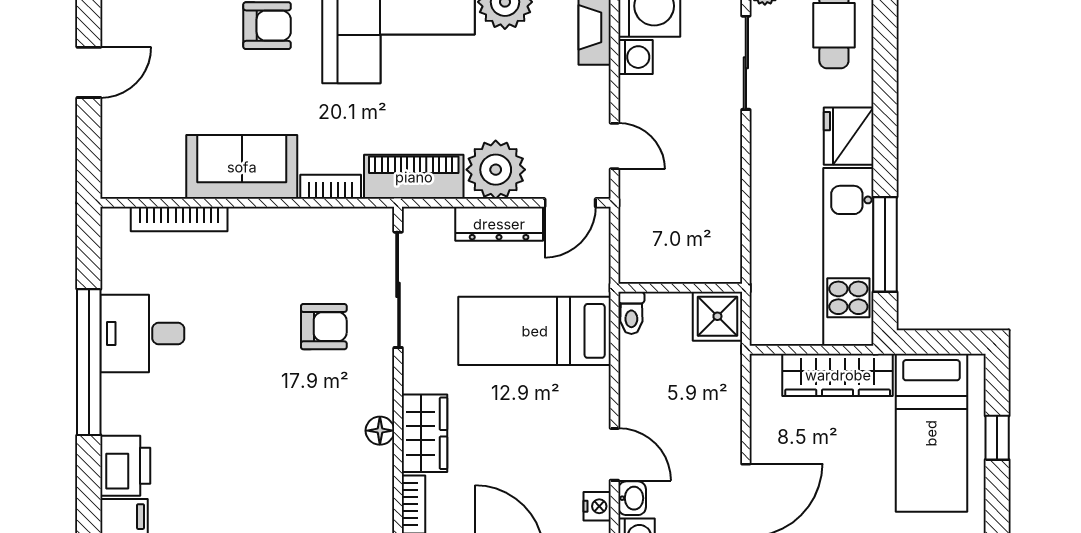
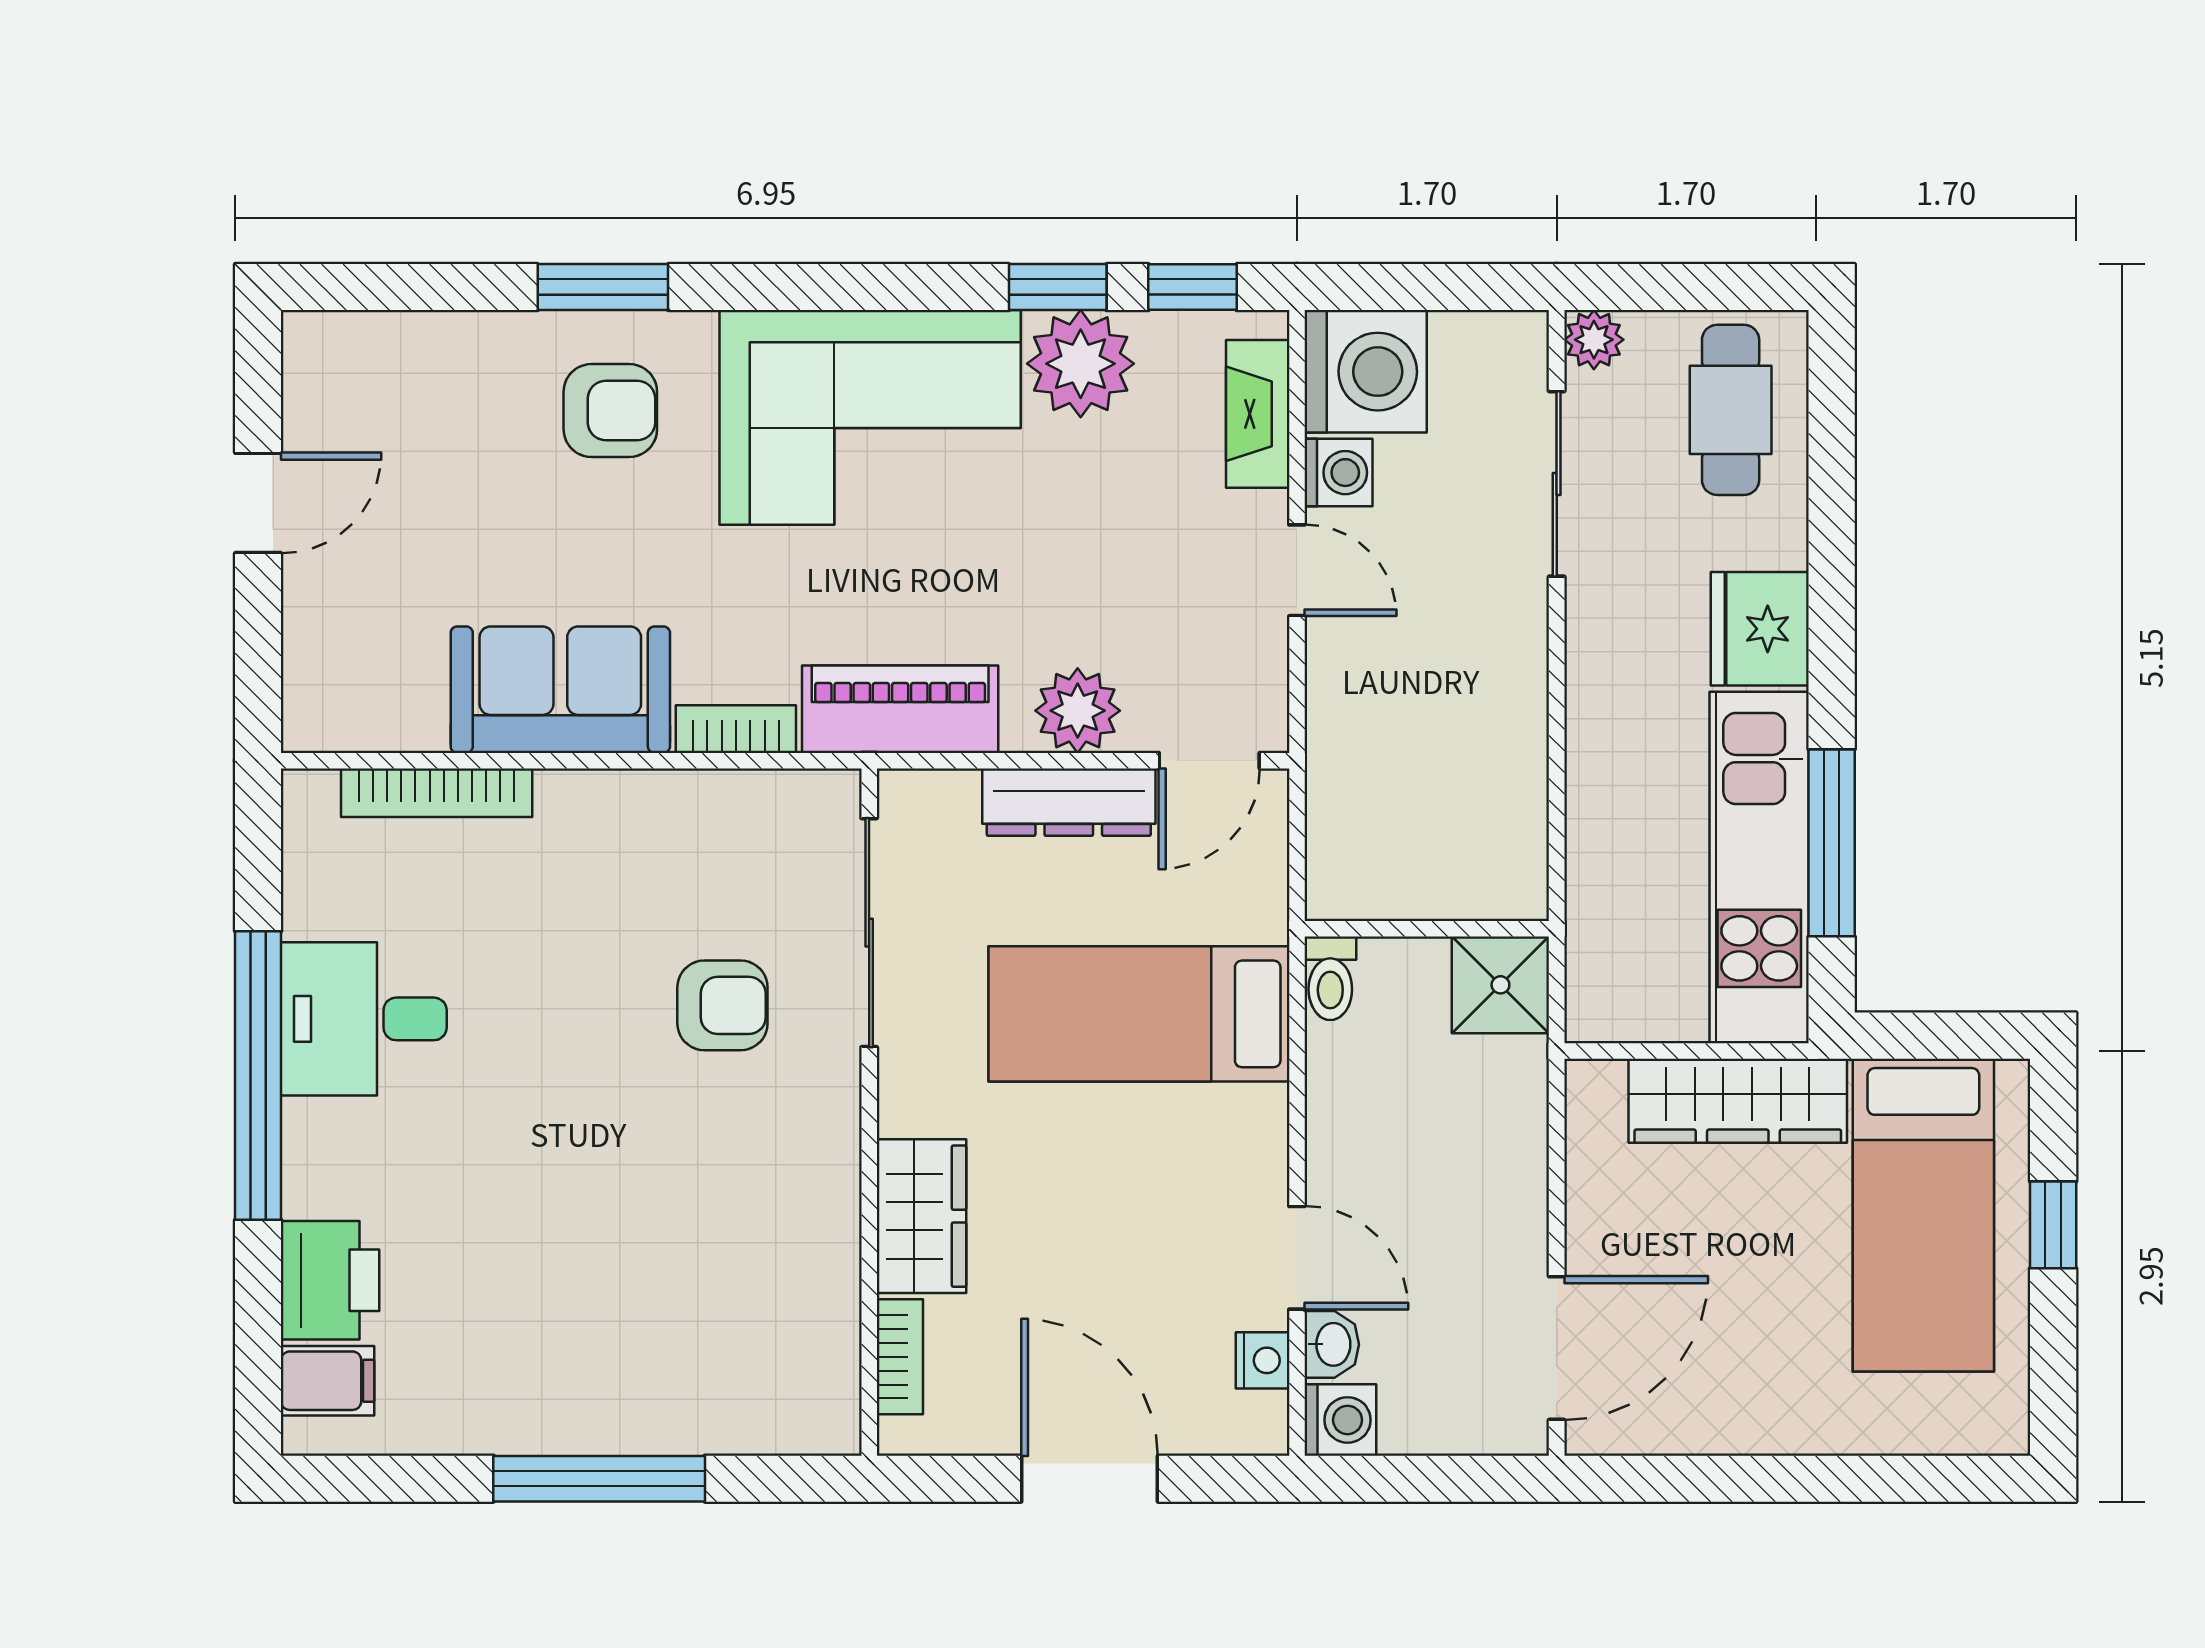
door: (614, 146) -> (1297, 570), moved
plant: (496, 170) -> (1078, 711), width x0.73, depth x0.73
floor lamp: (380, 431) -> (833, 1211), removed

